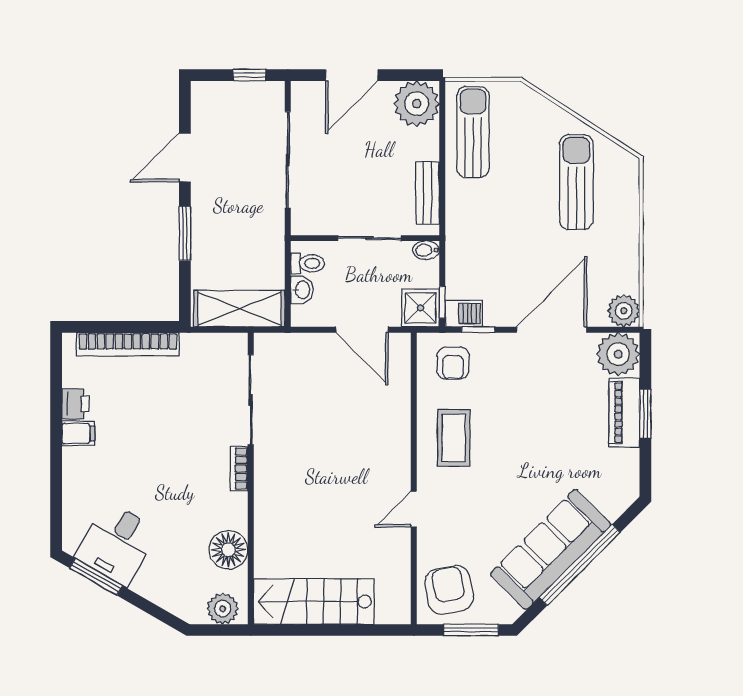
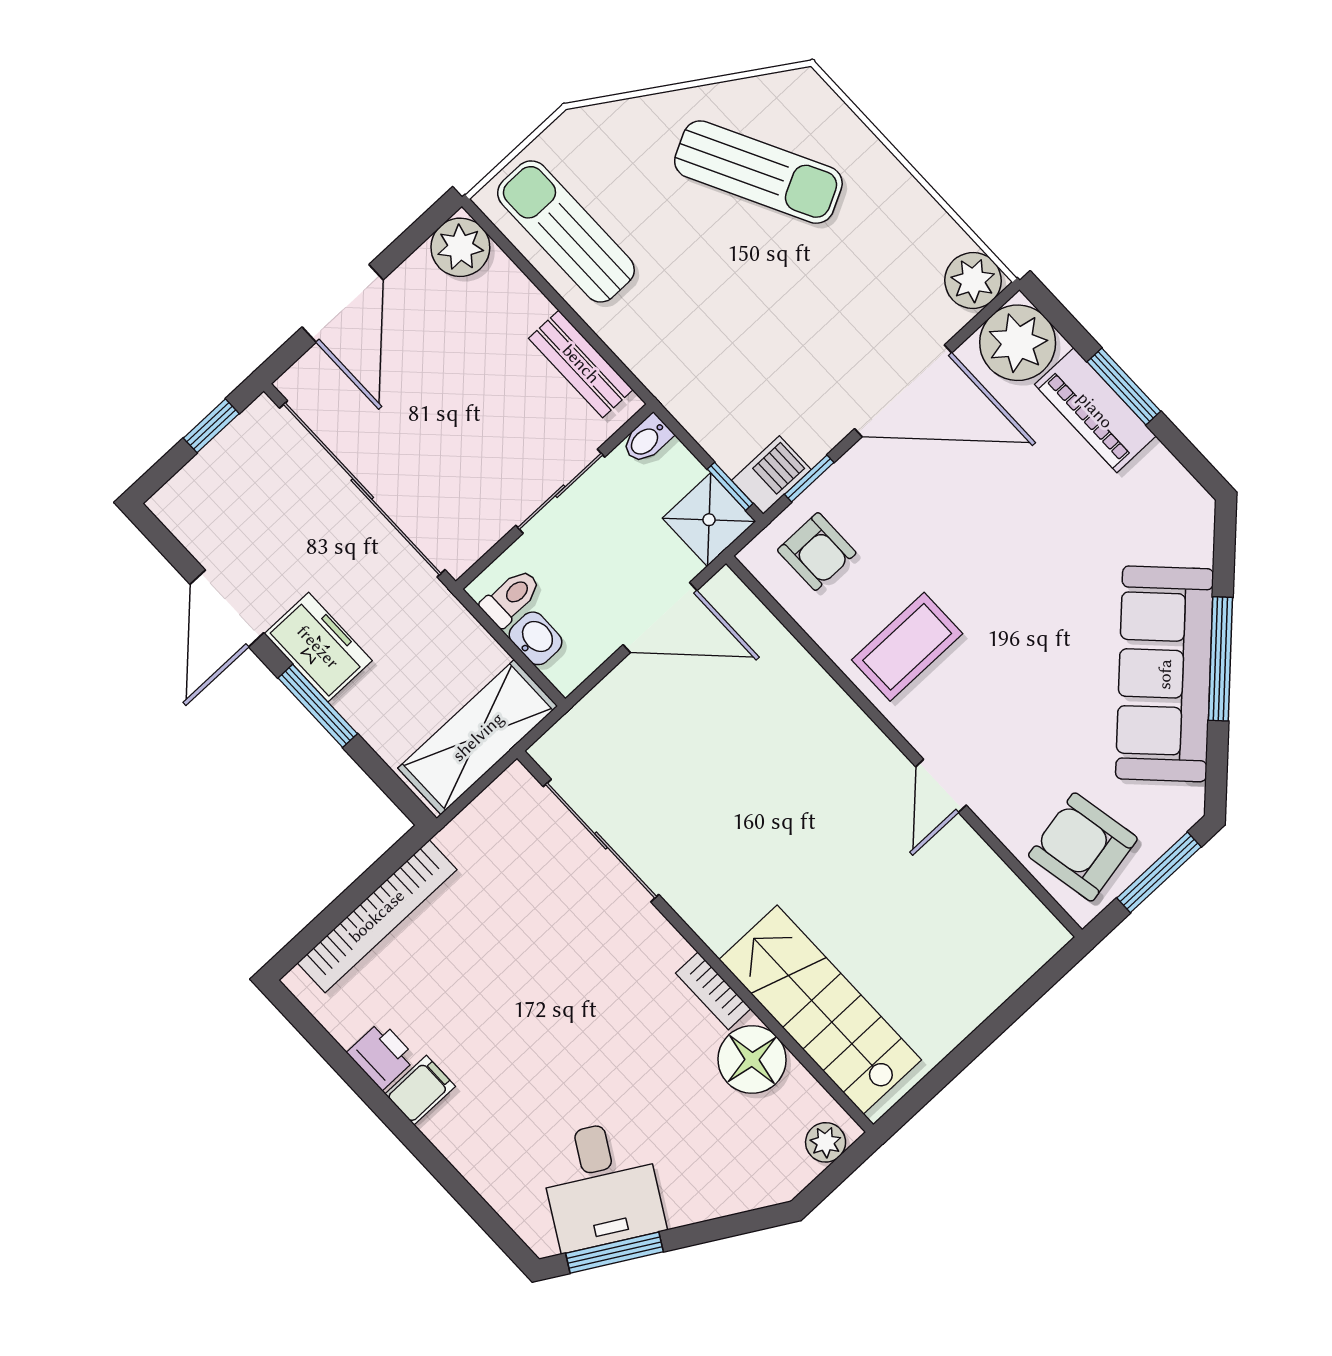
plant: (417, 104) -> (460, 247), width x0.73, depth x0.73
sliding door: (288, 160) -> (362, 489), width x1.36
sun lounger: (576, 182) -> (758, 172), turned 153
freezer: (208, 209) -> (318, 647), added
door: (552, 330) -> (903, 391), swing flipped
coffee table: (454, 438) -> (907, 647), turned 90
bookcase: (239, 469) -> (713, 991), moved
window: (580, 565) -> (1220, 659), width x0.68
stairs: (314, 601) -> (820, 1010), moved, turned 90
plant: (223, 609) -> (826, 1142), width x0.73, depth x0.73

